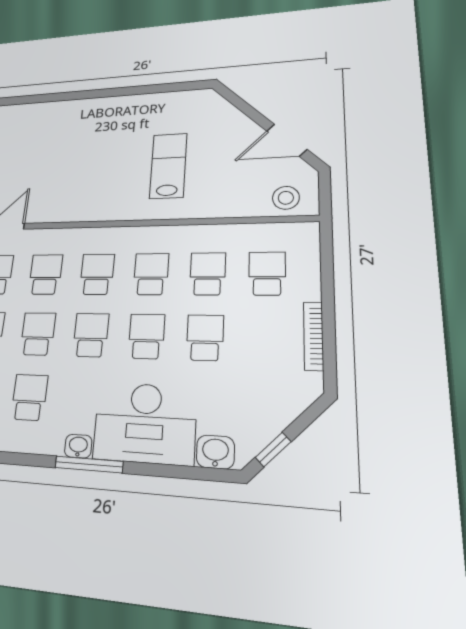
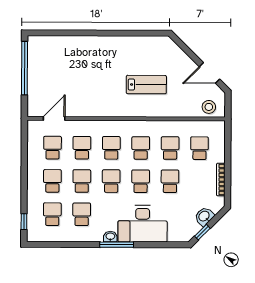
lab bench: (168, 166) -> (146, 85), turned 90
washbasin: (215, 452) -> (204, 216), moved, turned -45

